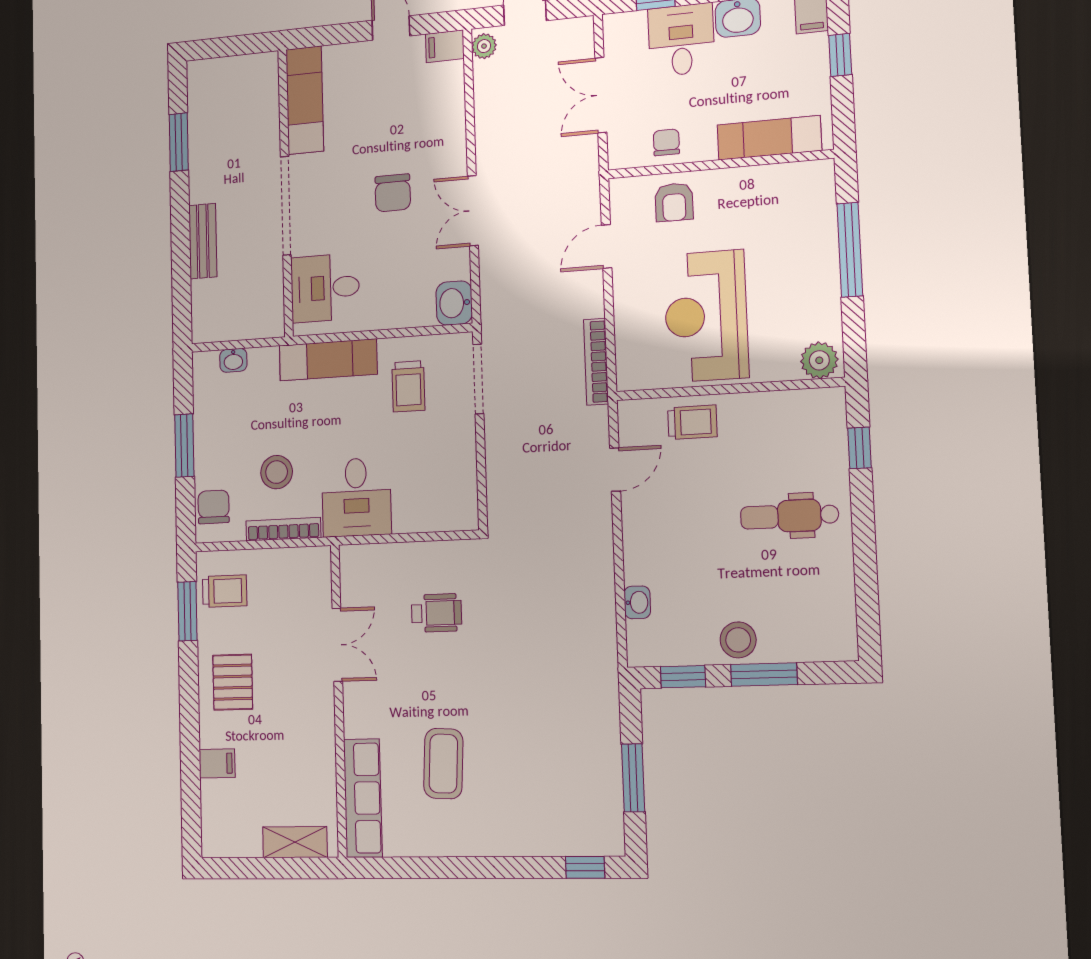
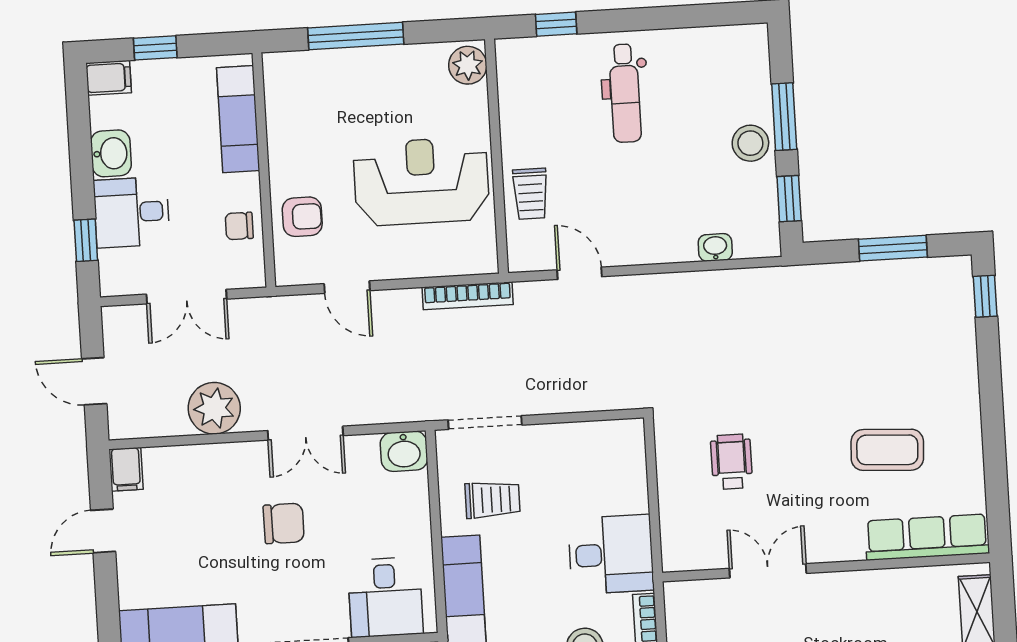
plant: (484, 46) -> (214, 408), moved, width x1.88, depth x1.88
reception desk: (706, 316) -> (421, 181), turned 180
trolley: (692, 422) -> (531, 194), turned 180

